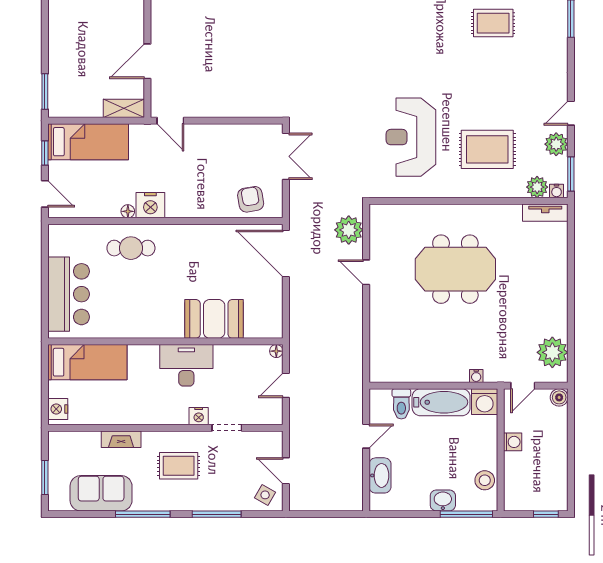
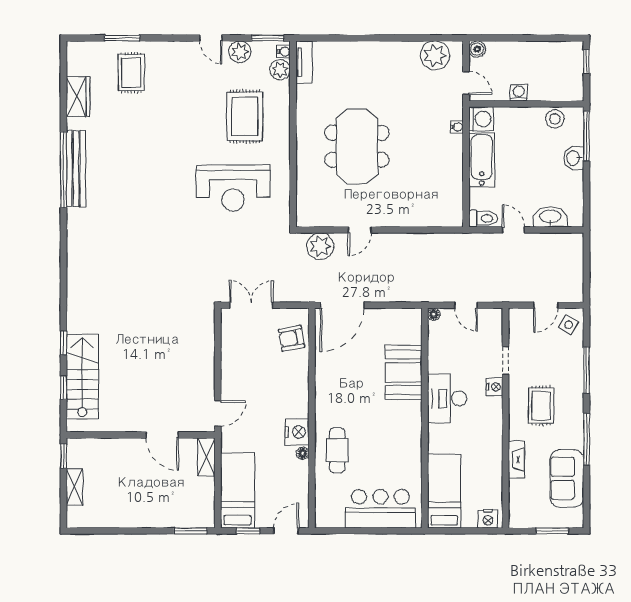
rug: (493, 23) -> (131, 73), moved
toilet: (401, 404) -> (483, 218), moved

